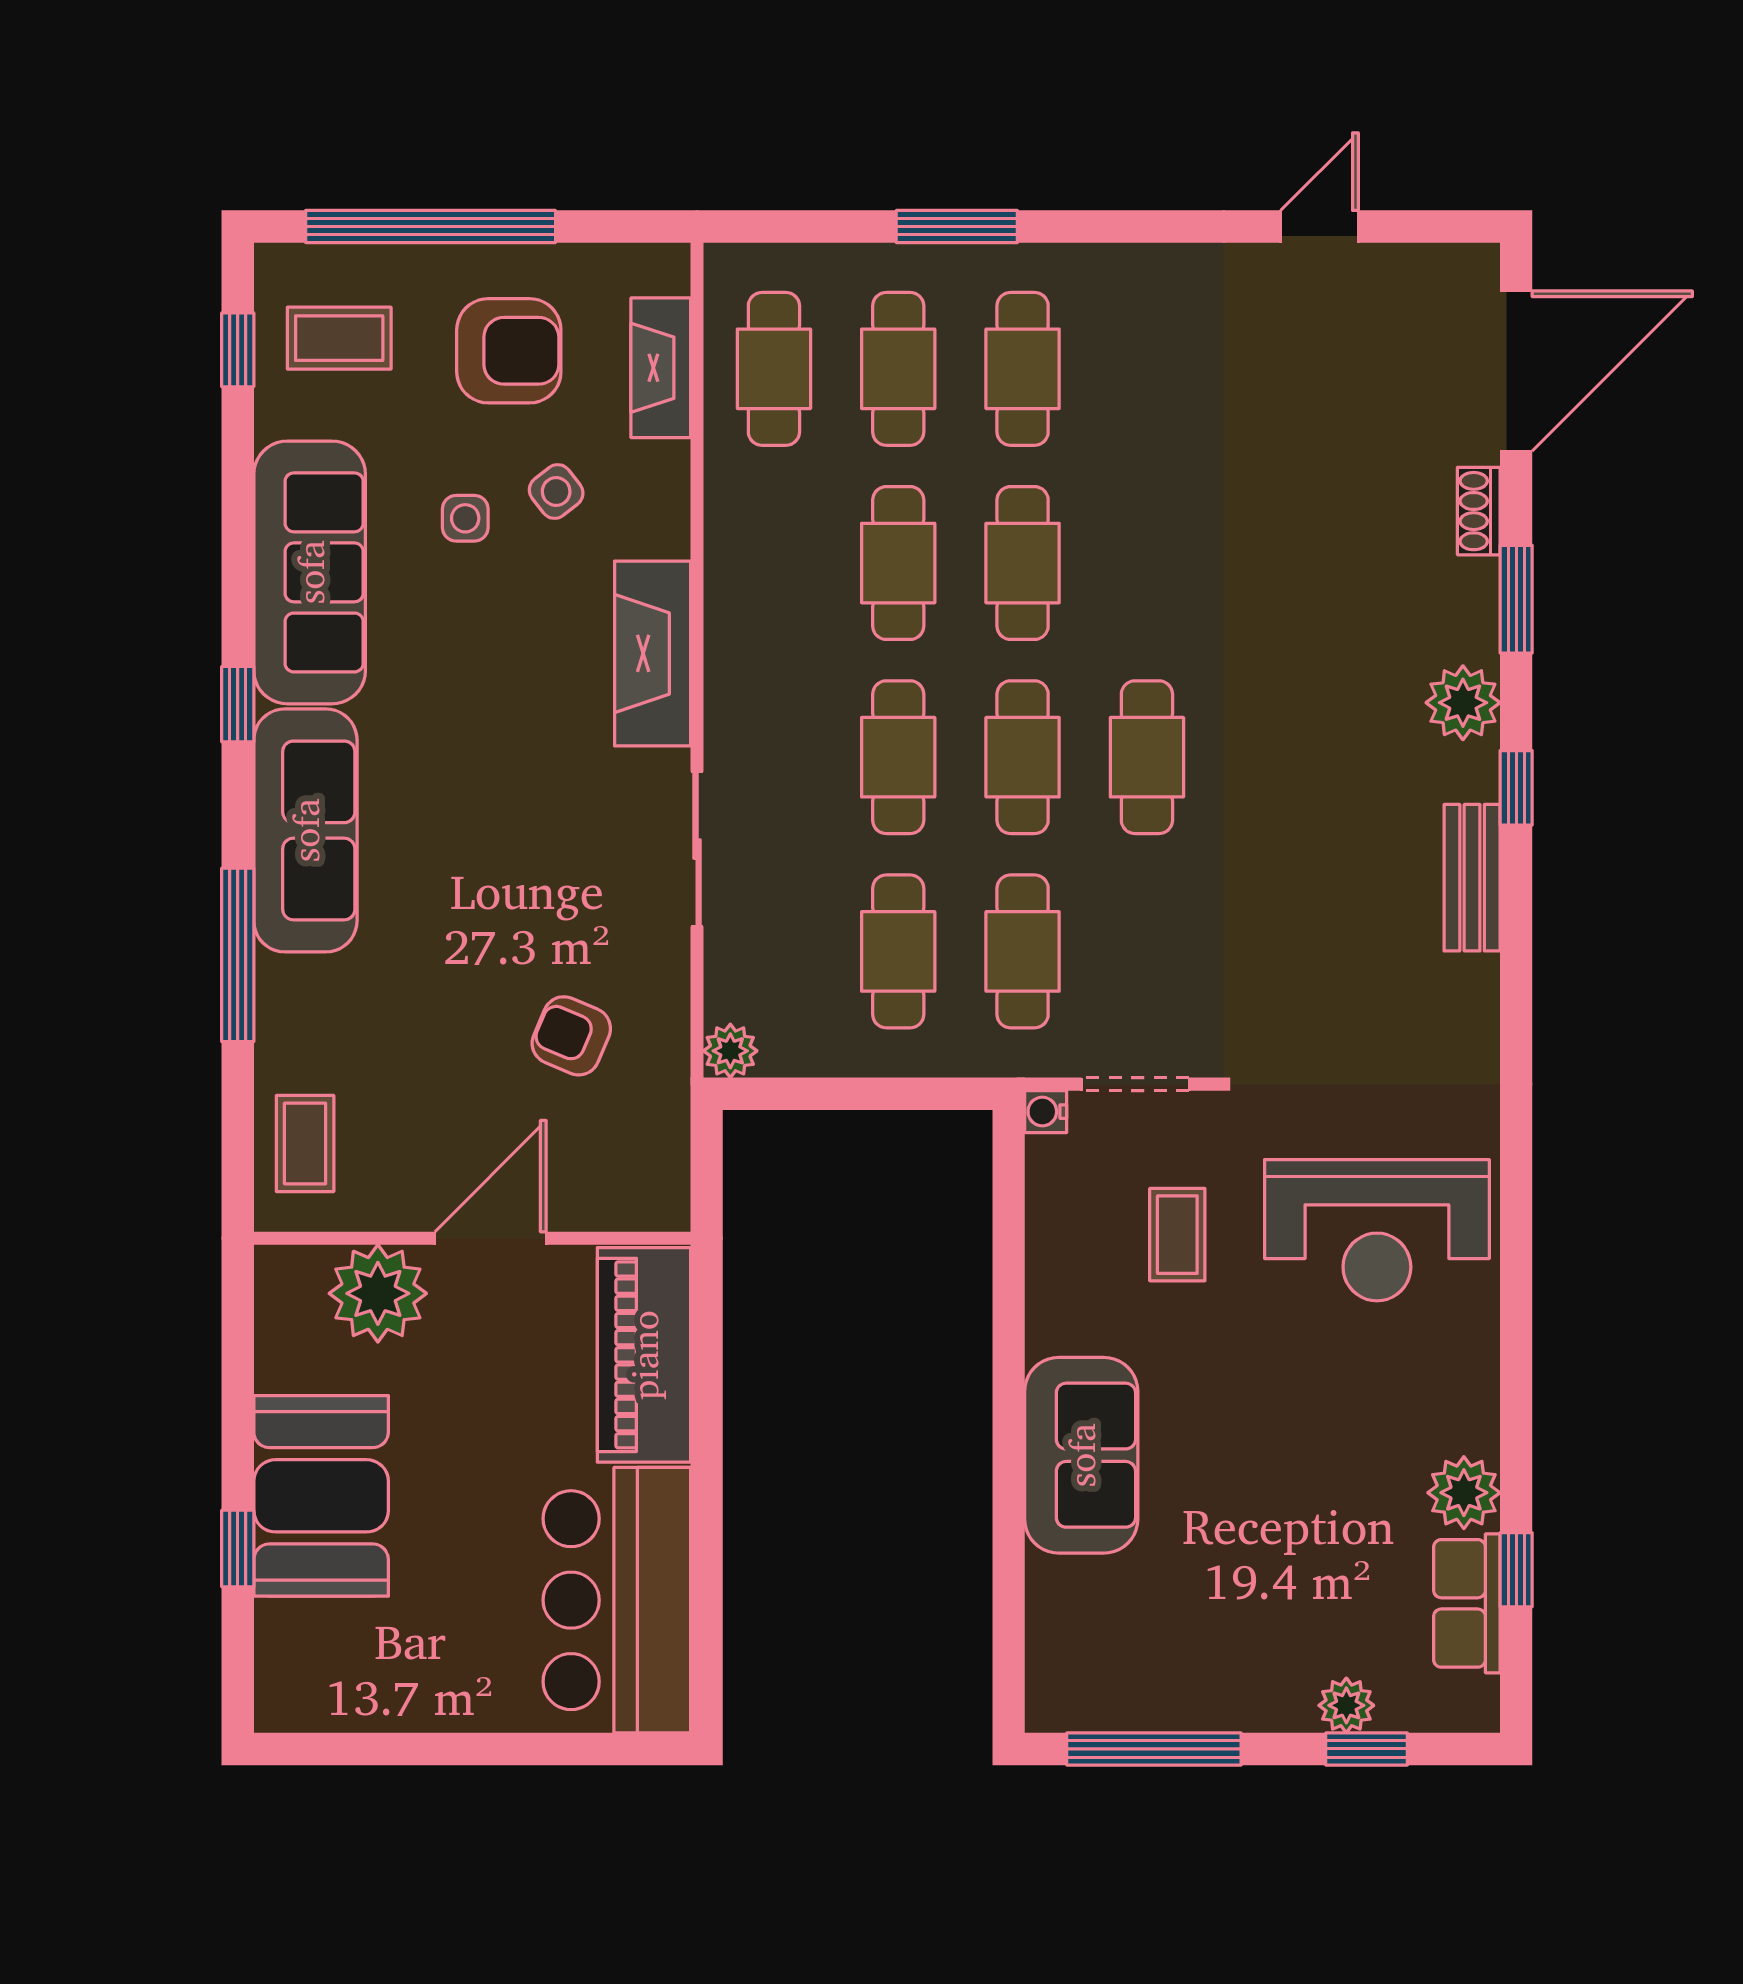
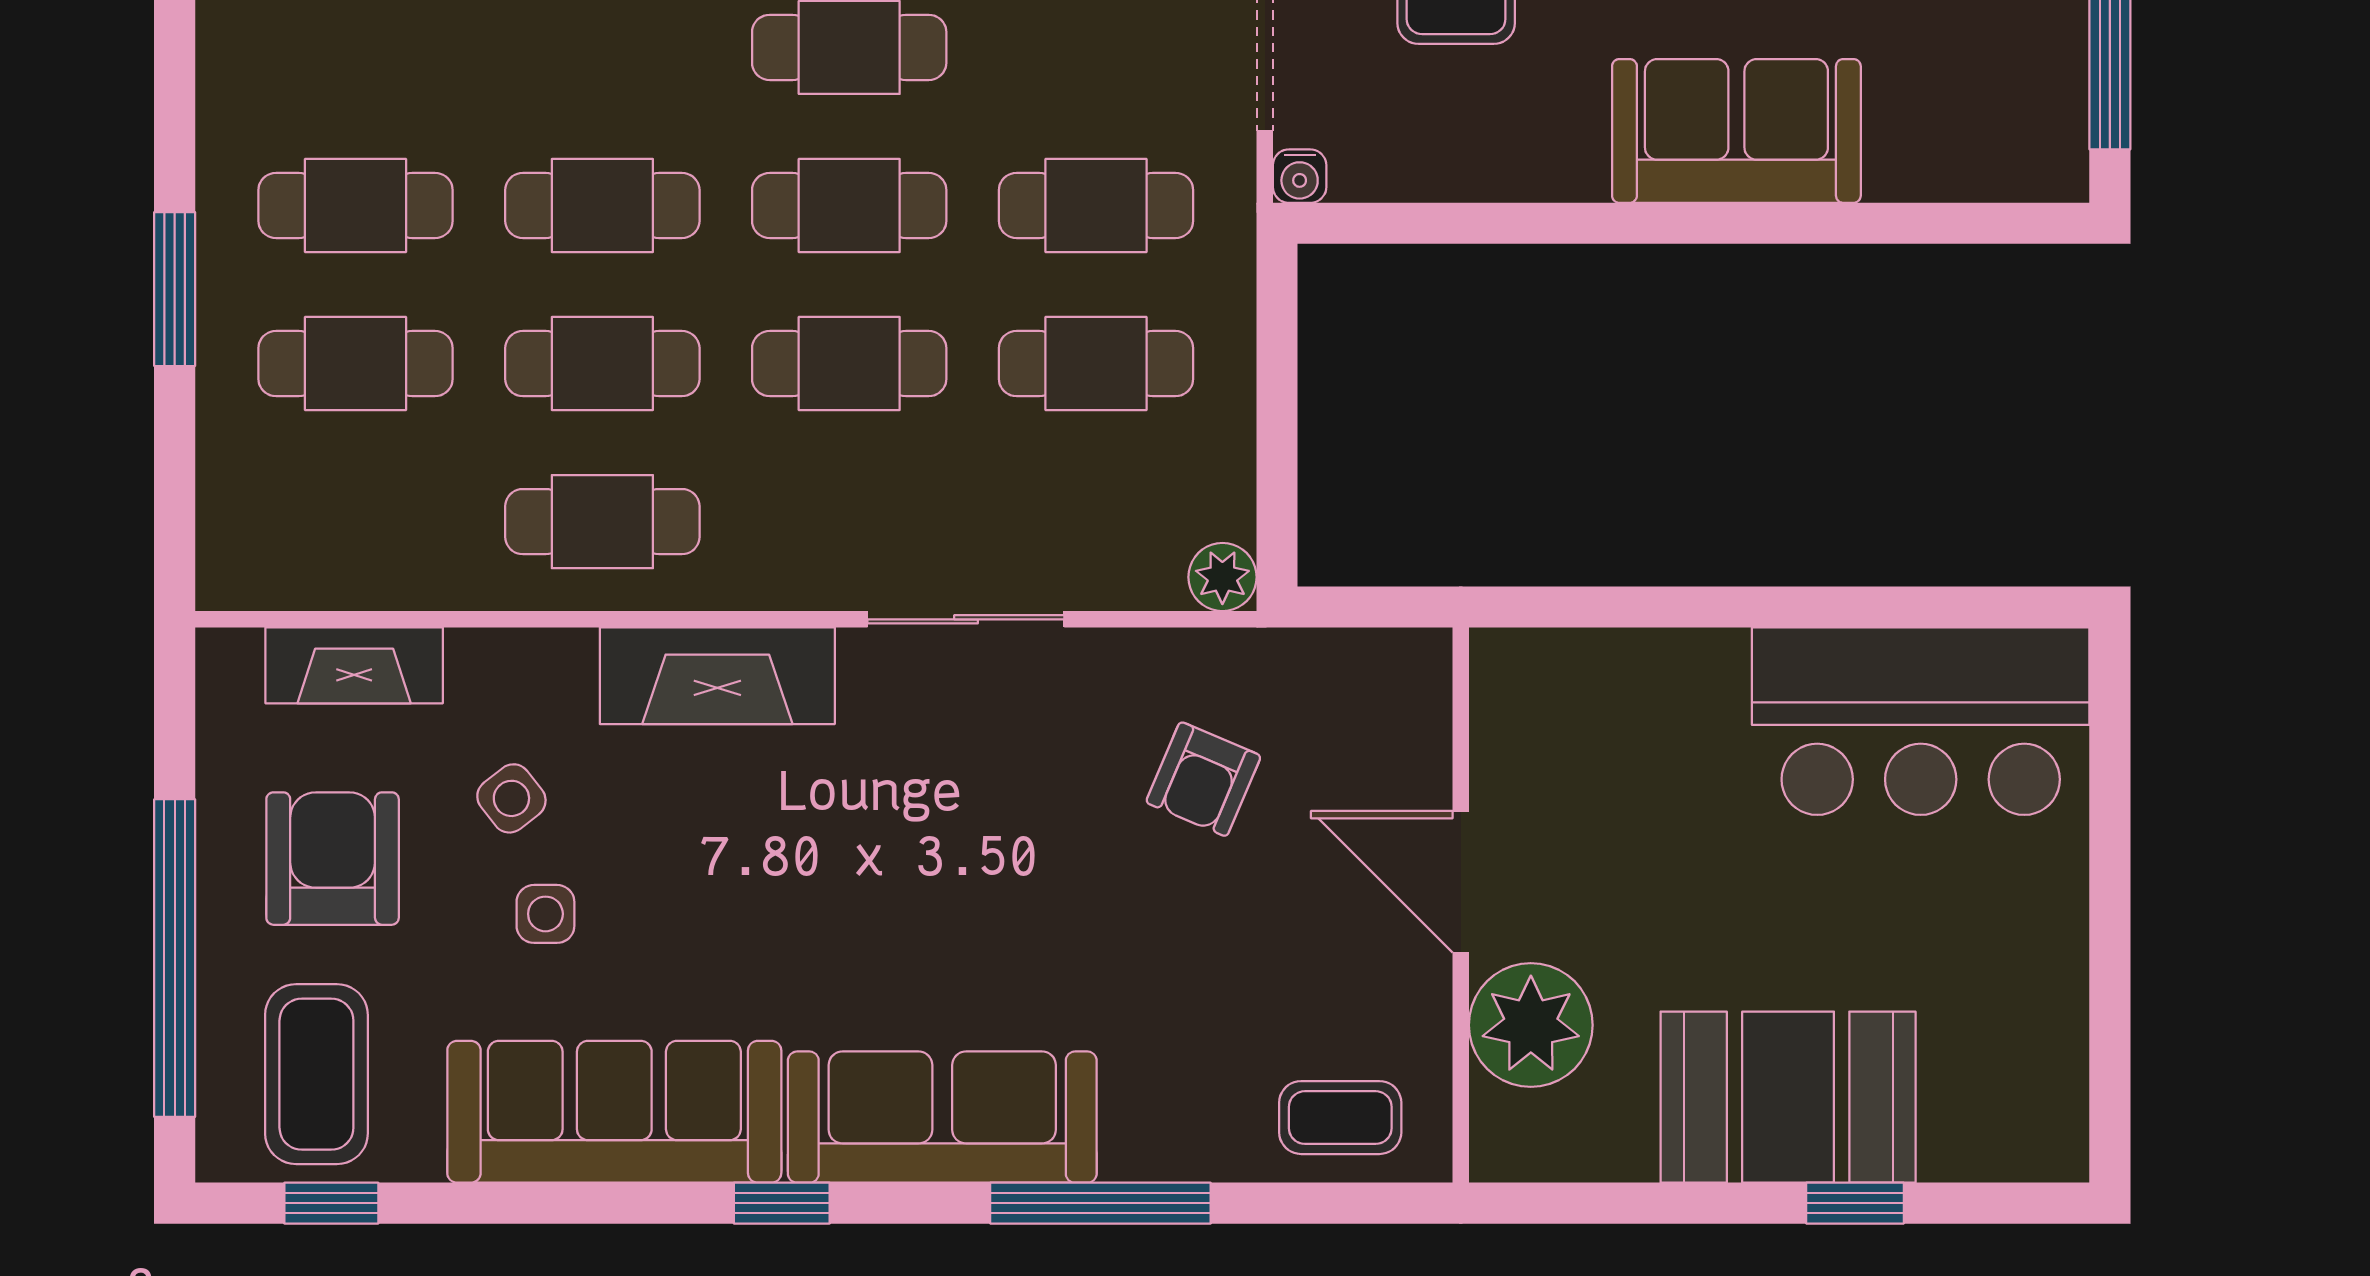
coffee table: (339, 338) -> (316, 1074), width x1.36, depth x1.30
cafe table: (774, 369) -> (602, 522), moved
piano: (644, 1355) -> (1609, 687), removed

